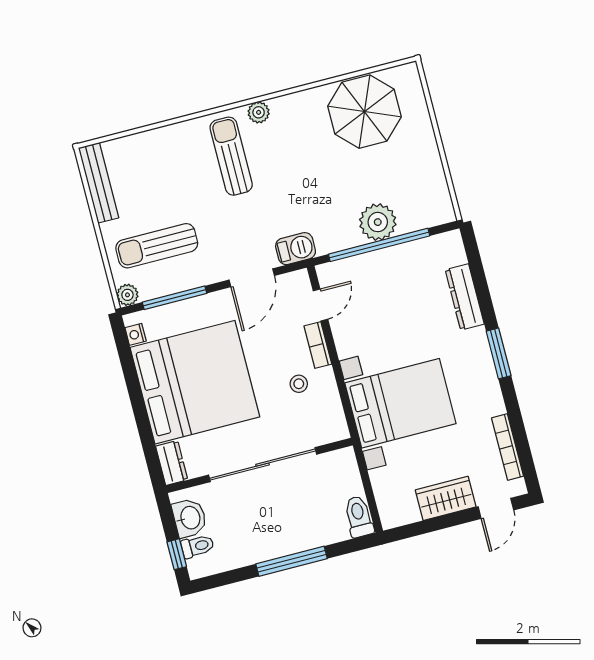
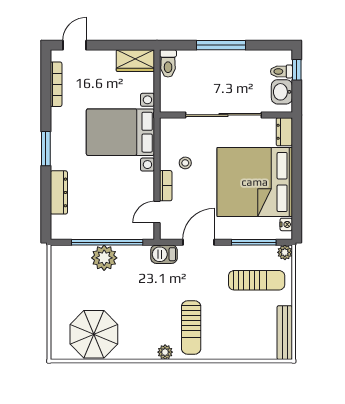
wardrobe: (446, 498) -> (135, 61), moved

